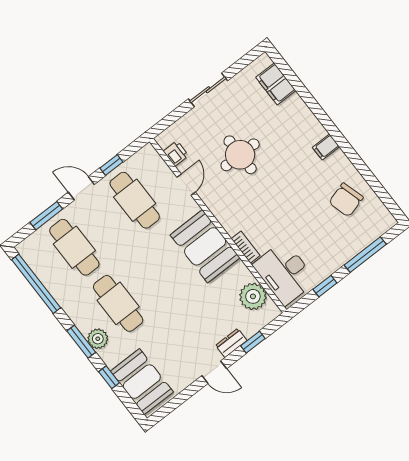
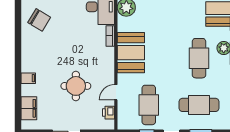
filing cabinet: (326, 147) -> (28, 78), moved
chair: (346, 200) -> (39, 20), turned 47
cafe table: (74, 247) -> (199, 105), turned 90

